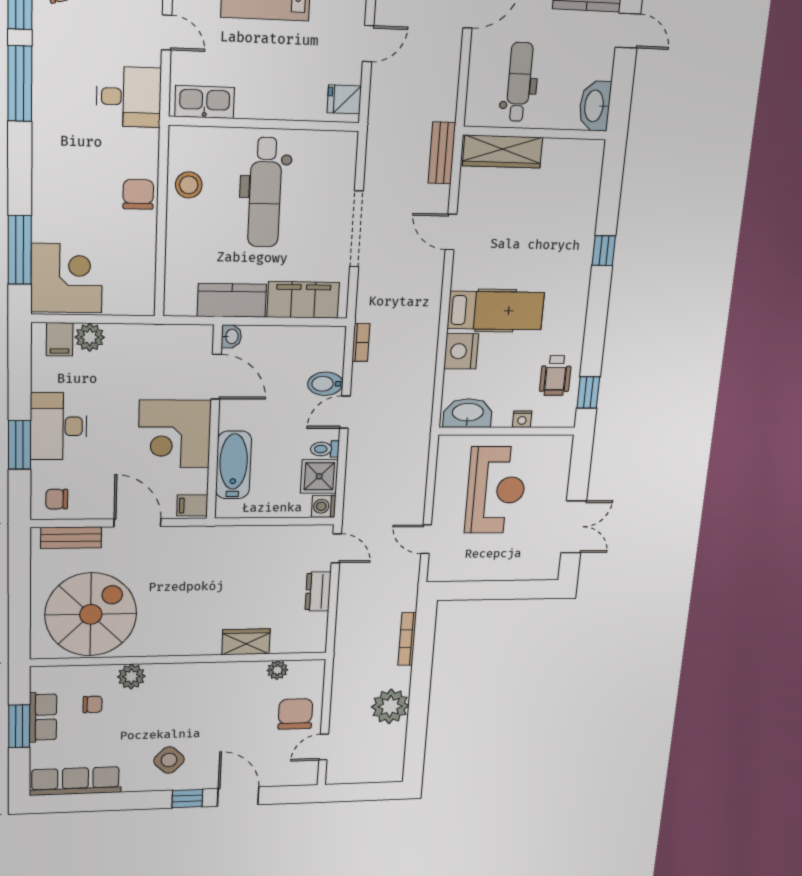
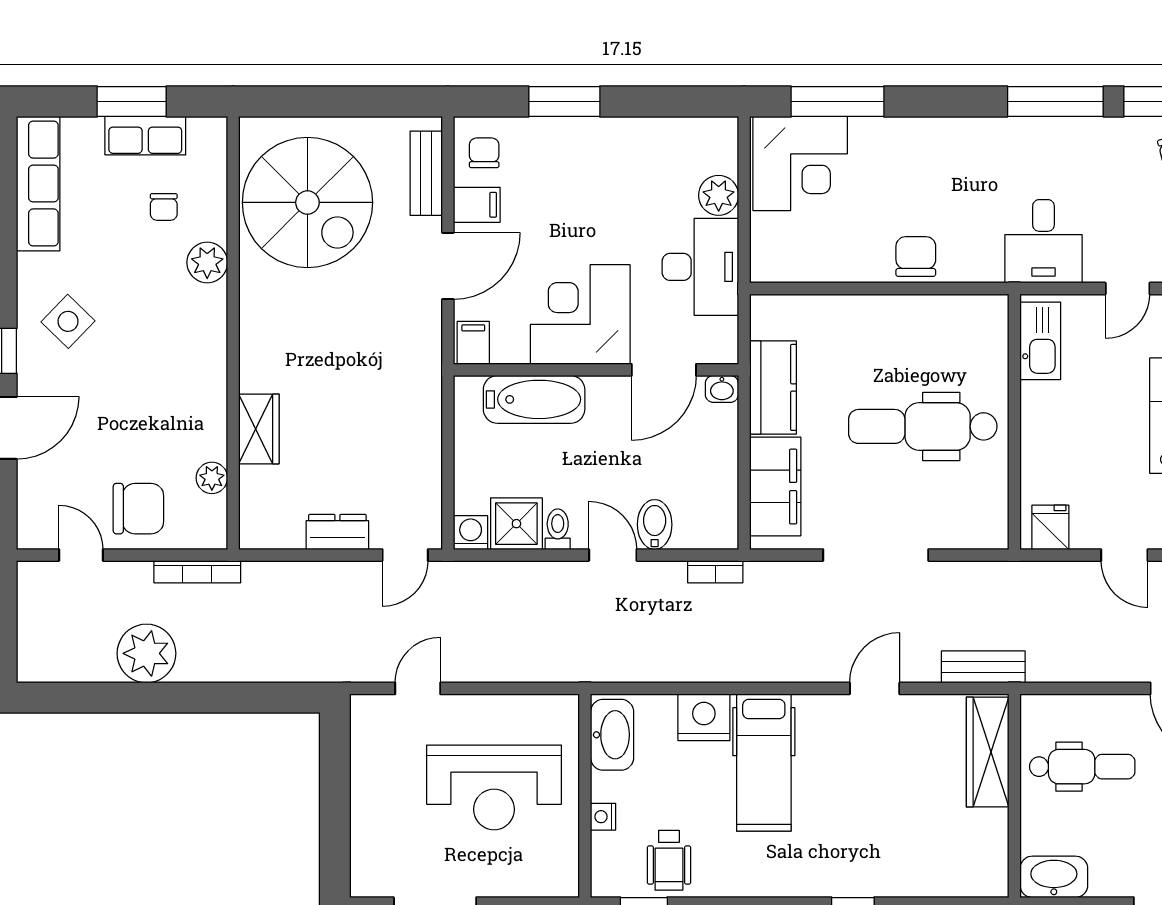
stool: (189, 185) -> (930, 323), removed
chair: (138, 194) -> (916, 257), turned -90
filing cabinet: (60, 339) -> (477, 205), moved, turned 180
wheelchair: (555, 376) -> (669, 860), turned -90
desk: (59, 426) -> (700, 267), moved, turned 90
bookcase: (407, 639) -> (197, 572), moved, turned 180

